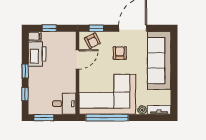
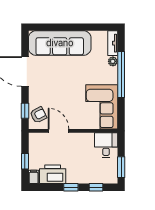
armchair: (120, 53) -> (52, 85), removed
corner sofa: (107, 94) -> (102, 107), width x0.73, depth x0.74
window: (107, 118) -> (121, 75), moved

